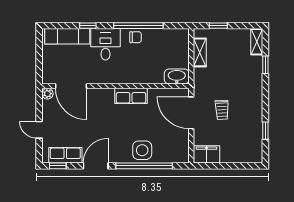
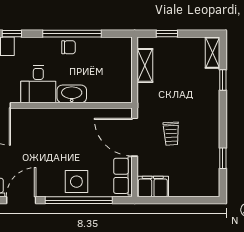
desk: (105, 44) -> (38, 84), moved, turned 180
washbasin: (177, 76) -> (72, 94), moved
row of seats: (131, 96) -> (123, 176), moved, turned 90

